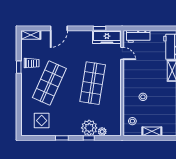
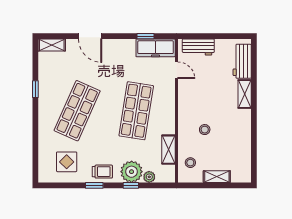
door: (59, 28) -> (90, 36), hinge flipped
trolley: (32, 63) -> (102, 172), moved
shelving: (116, 112) -> (168, 150), added

